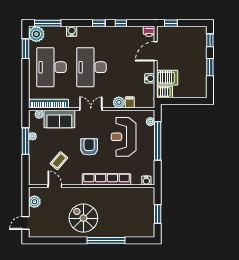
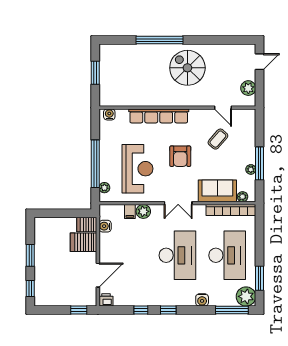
water cooler: (150, 78) -> (105, 226), moved
spiral stairs: (83, 218) -> (187, 68), turned 180

